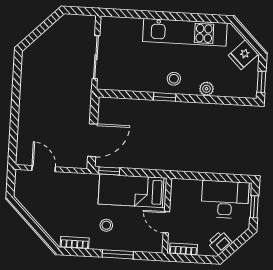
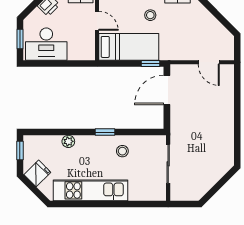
stool: (174, 79) -> (122, 151), moved

